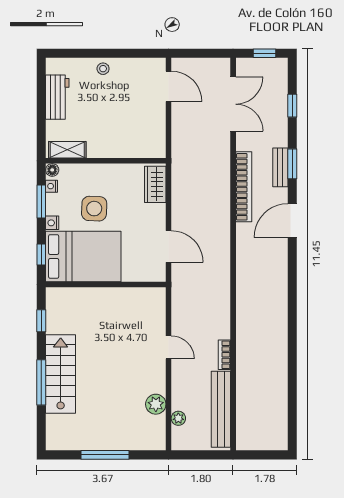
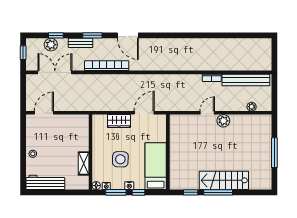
workbench: (57, 97) -> (45, 182), width x1.38
plant: (277, 97) -> (51, 45), added
shelving: (67, 150) -> (84, 163), moved
bench: (280, 167) -> (81, 43), moved
wardrobe: (155, 184) -> (119, 121), moved
window: (41, 255) -> (138, 192), moved
bed: (83, 256) -> (156, 166), width x0.67
window: (41, 382) -> (218, 192), moved
plant: (156, 404) -> (223, 121), moved

